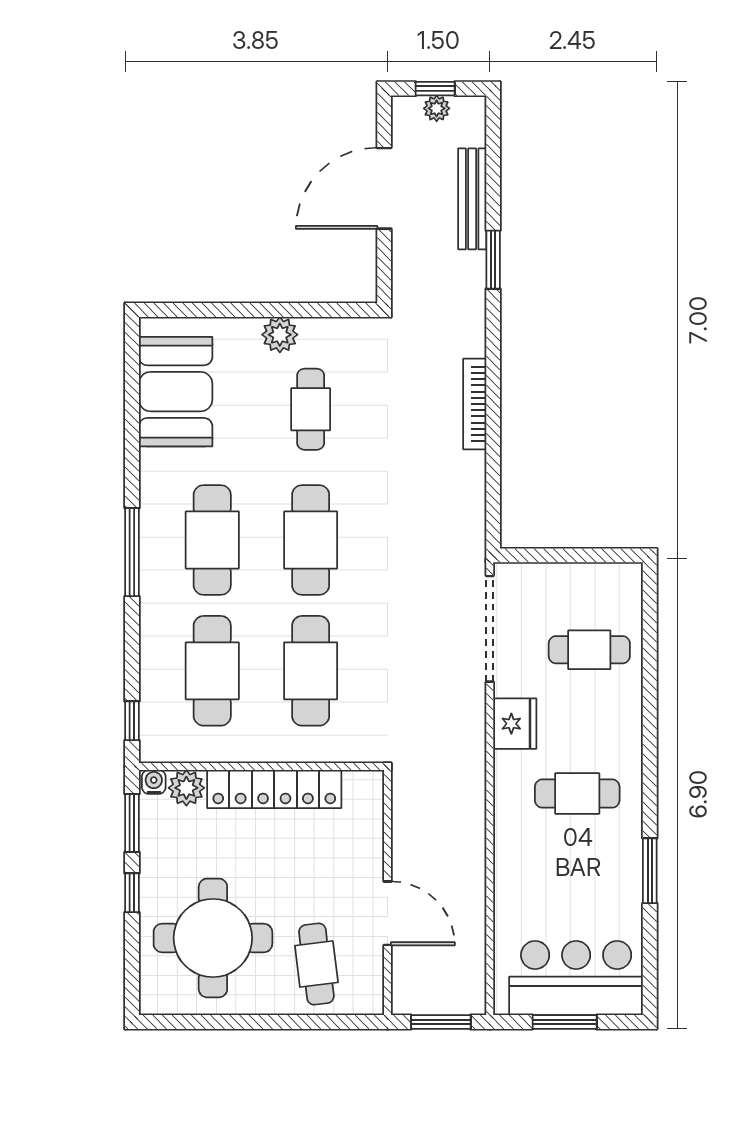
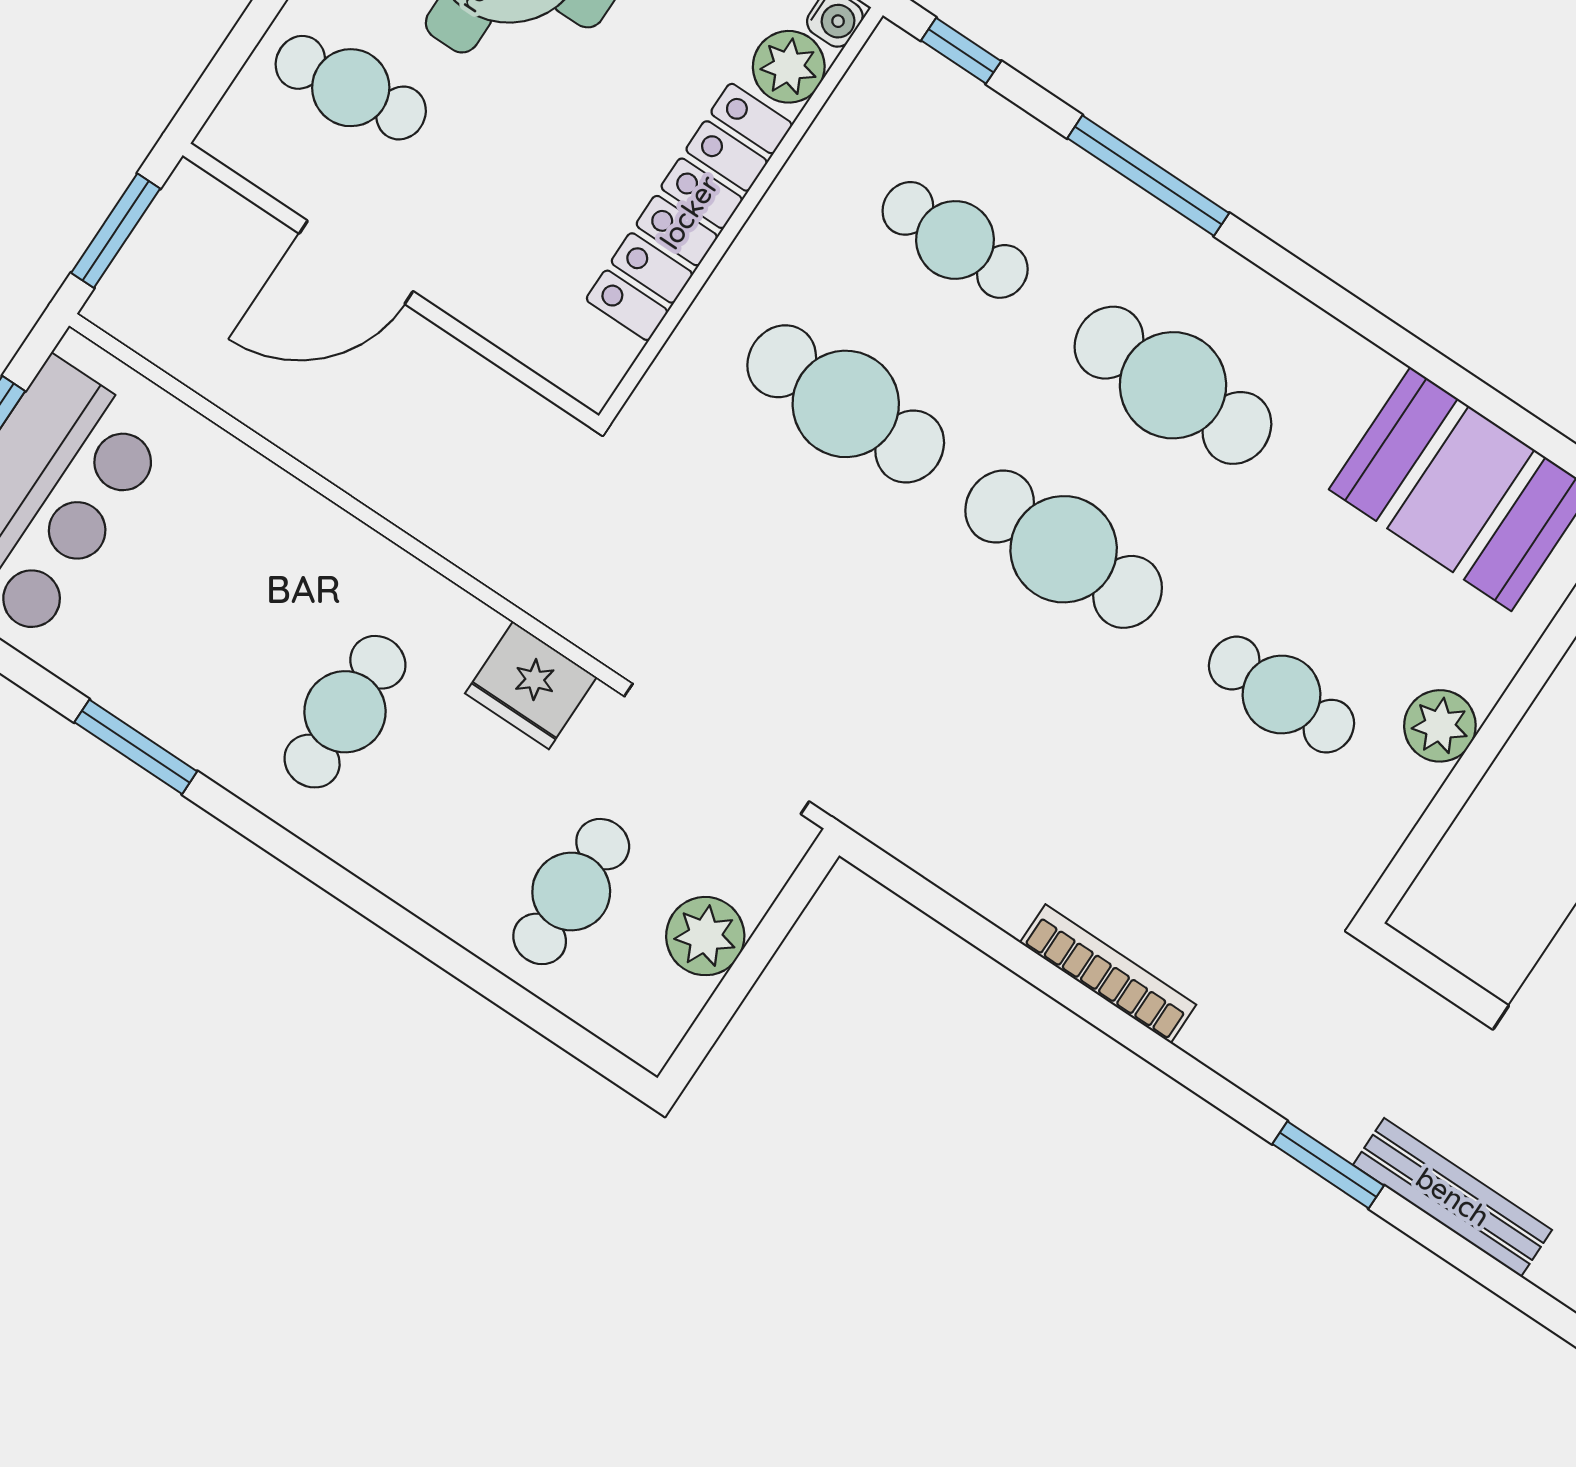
window: (132, 552) -> (1148, 176), moved
plant: (571, 582) -> (705, 936), added
cafe table: (212, 671) -> (955, 240), width x0.73, depth x0.74

